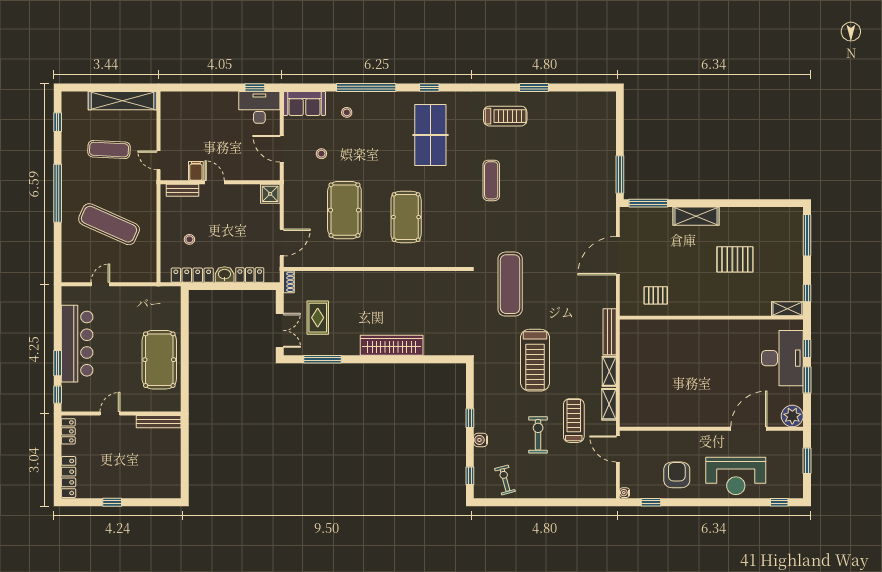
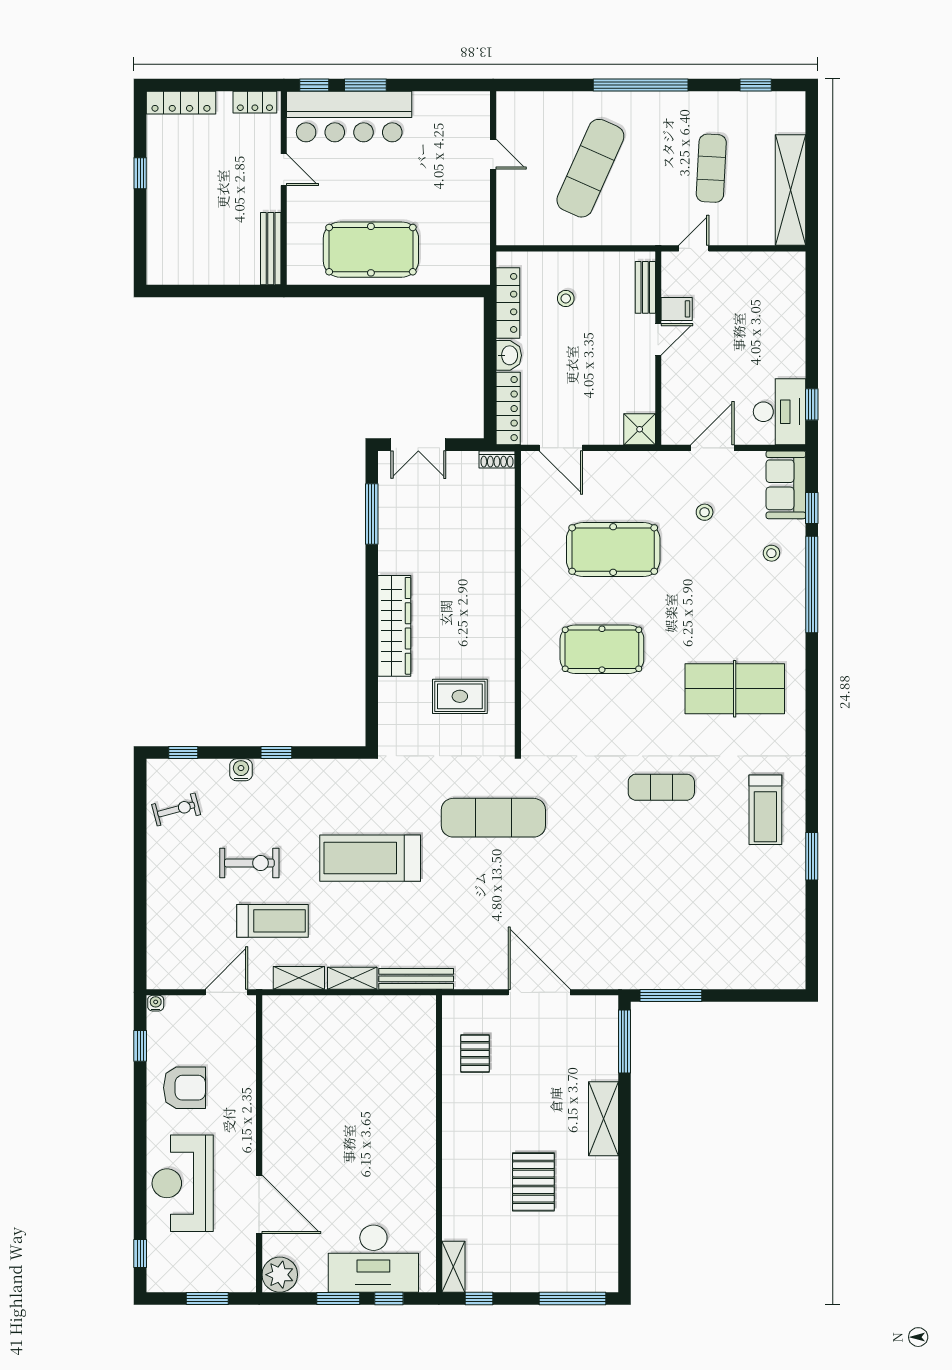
window: (429, 88) -> (812, 508), moved
locker: (250, 275) -> (508, 409), width x1.53
rug: (318, 318) -> (460, 696), moved
bar counter: (77, 344) -> (349, 117), moved

